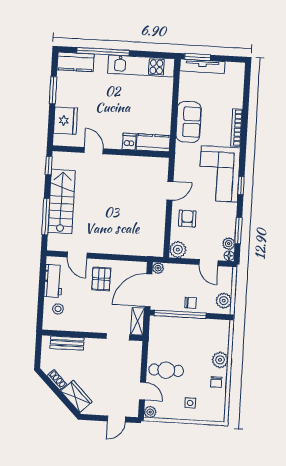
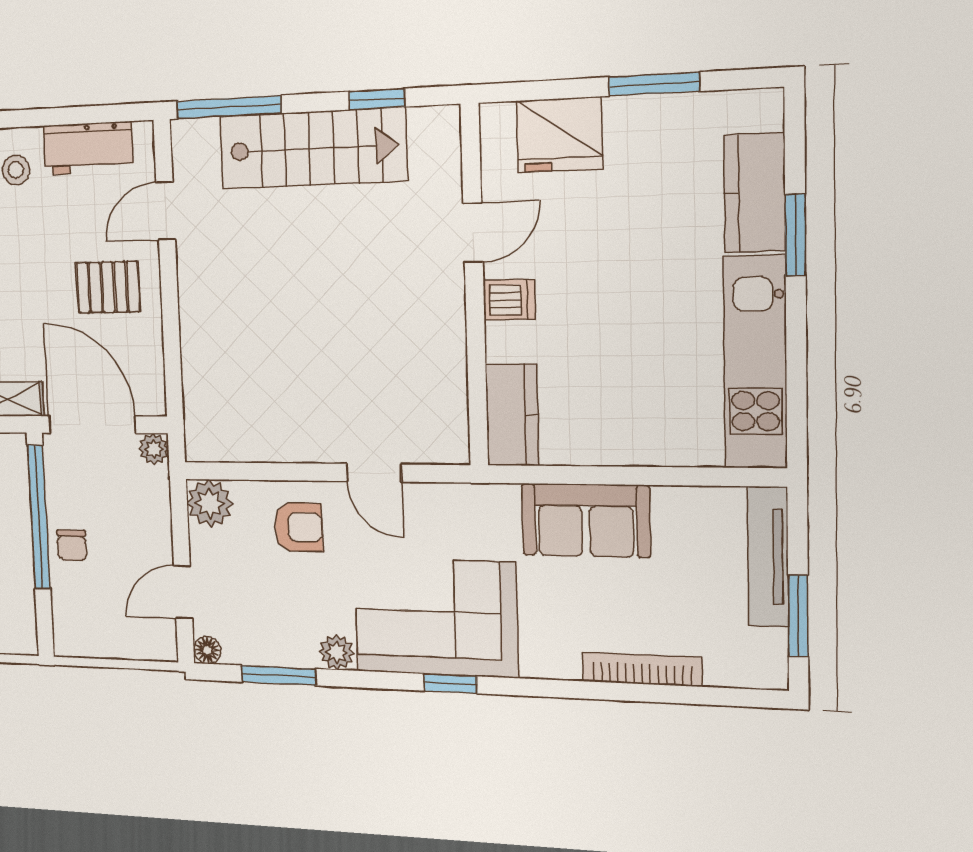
window: (103, 52) -> (795, 235), width x0.47
window: (198, 57) -> (798, 616), moved
kitchen counter: (76, 62) -> (755, 193), moved
bookcase: (237, 128) -> (642, 669), moved
dishwasher: (129, 142) -> (509, 300), moved
window: (49, 166) -> (377, 99), moved
window: (241, 186) -> (450, 684), moved
window: (46, 217) -> (229, 107), moved
plant: (229, 244) -> (337, 652), moved
plant: (224, 301) -> (87, 637), removed

